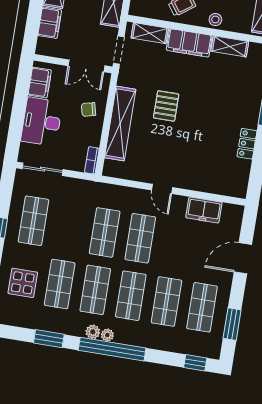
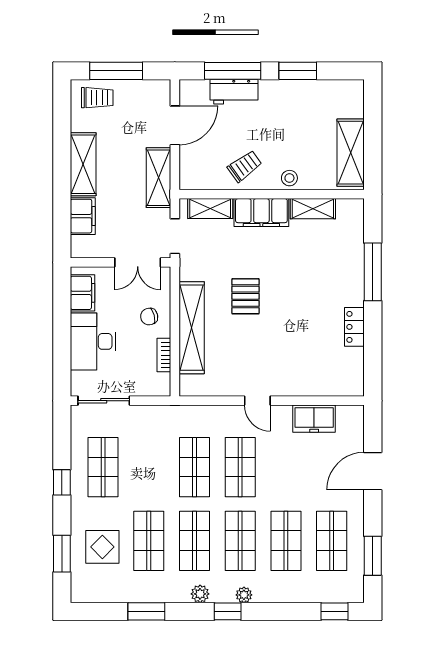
bookcase: (92, 160) -> (164, 355), moved
plant: (107, 335) -> (244, 595), moved
window: (112, 349) -> (228, 611), width x0.32

